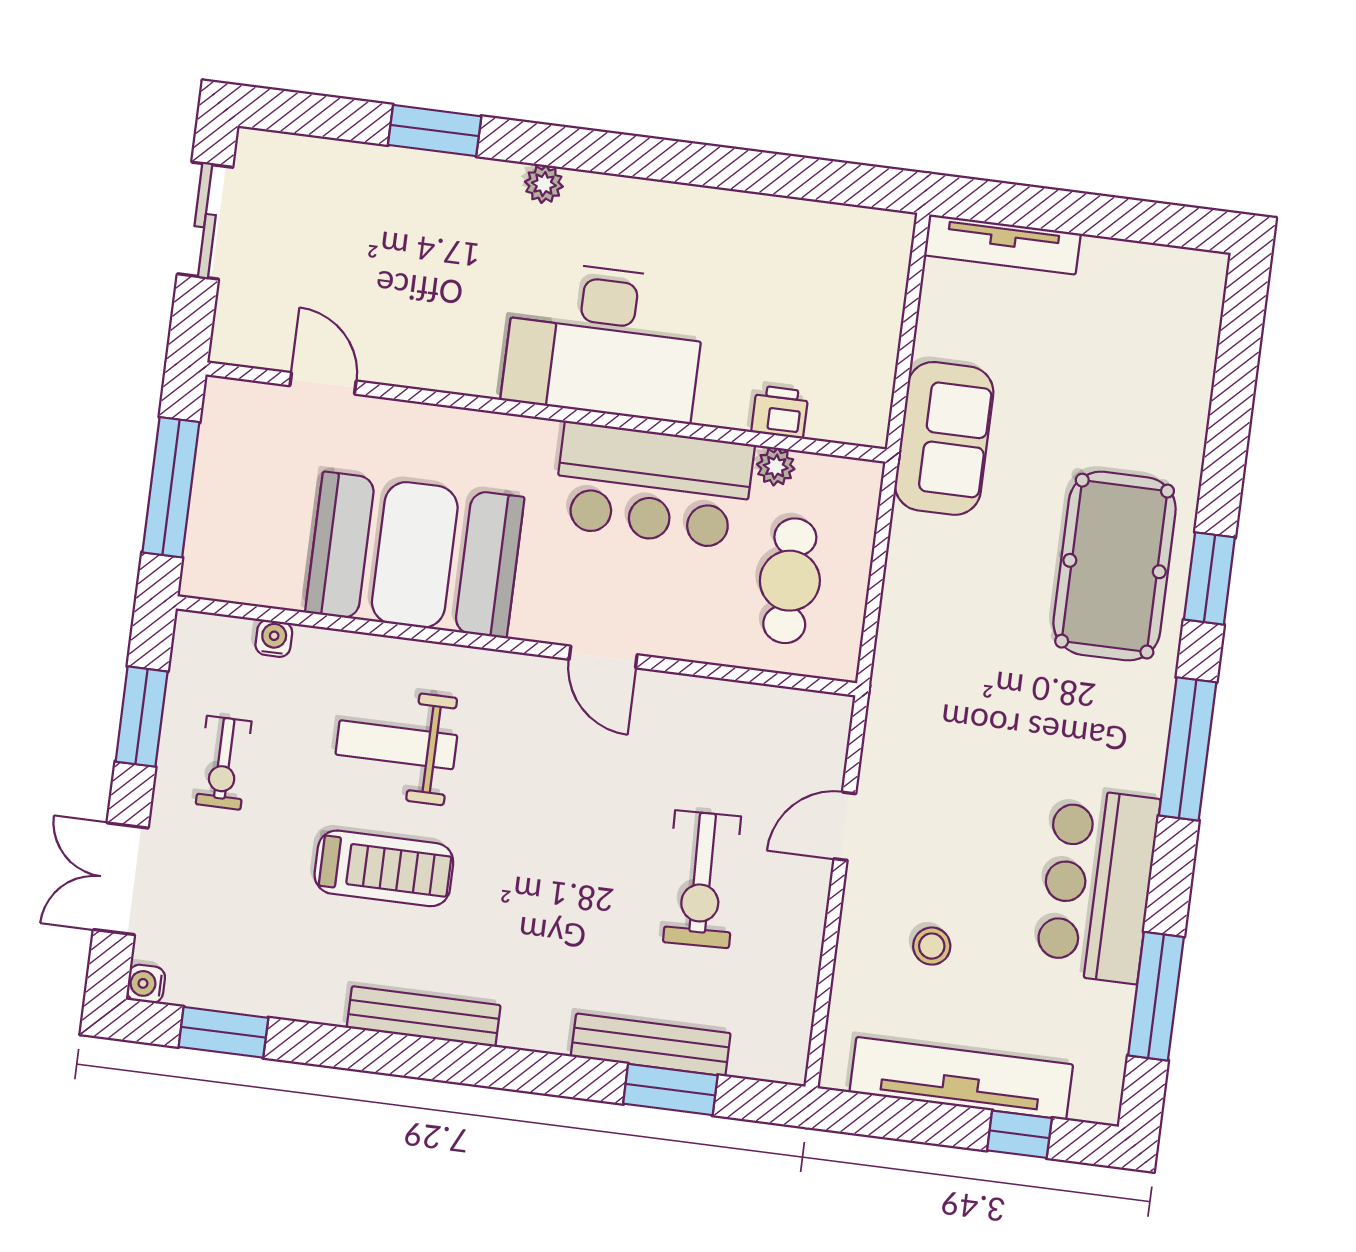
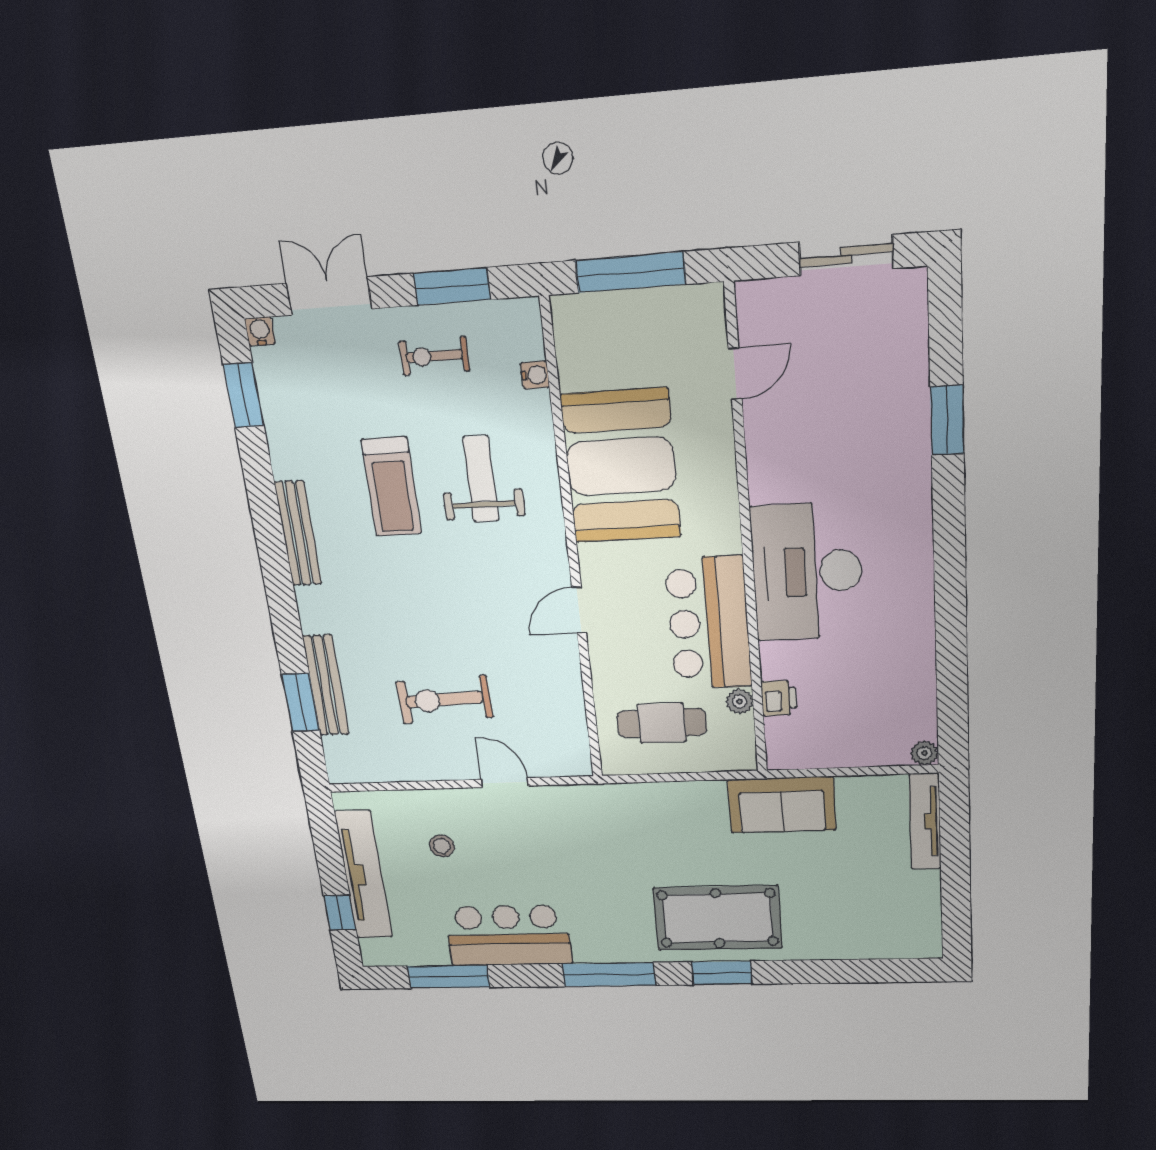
plant: (544, 184) -> (924, 753), moved

